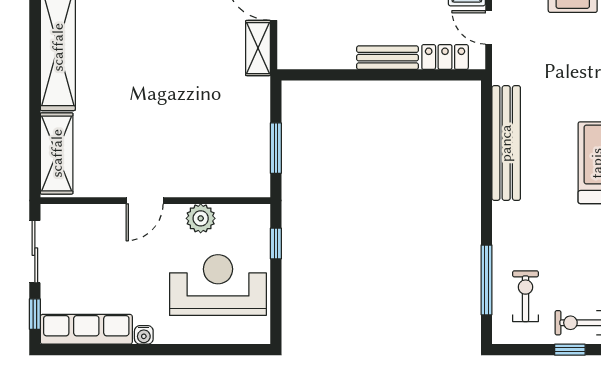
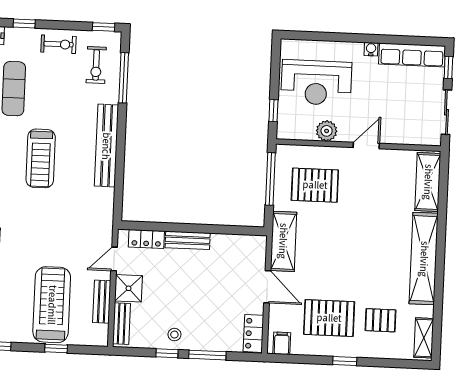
door: (489, 27) -> (114, 259), swing flipped
shelving: (258, 48) -> (283, 241), width x1.50, depth x1.33
pallet: (214, 142) -> (315, 185), added
bench: (506, 143) -> (106, 146), moved
window: (276, 148) -> (270, 179), width x1.44
window: (570, 350) -> (104, 27), moved

